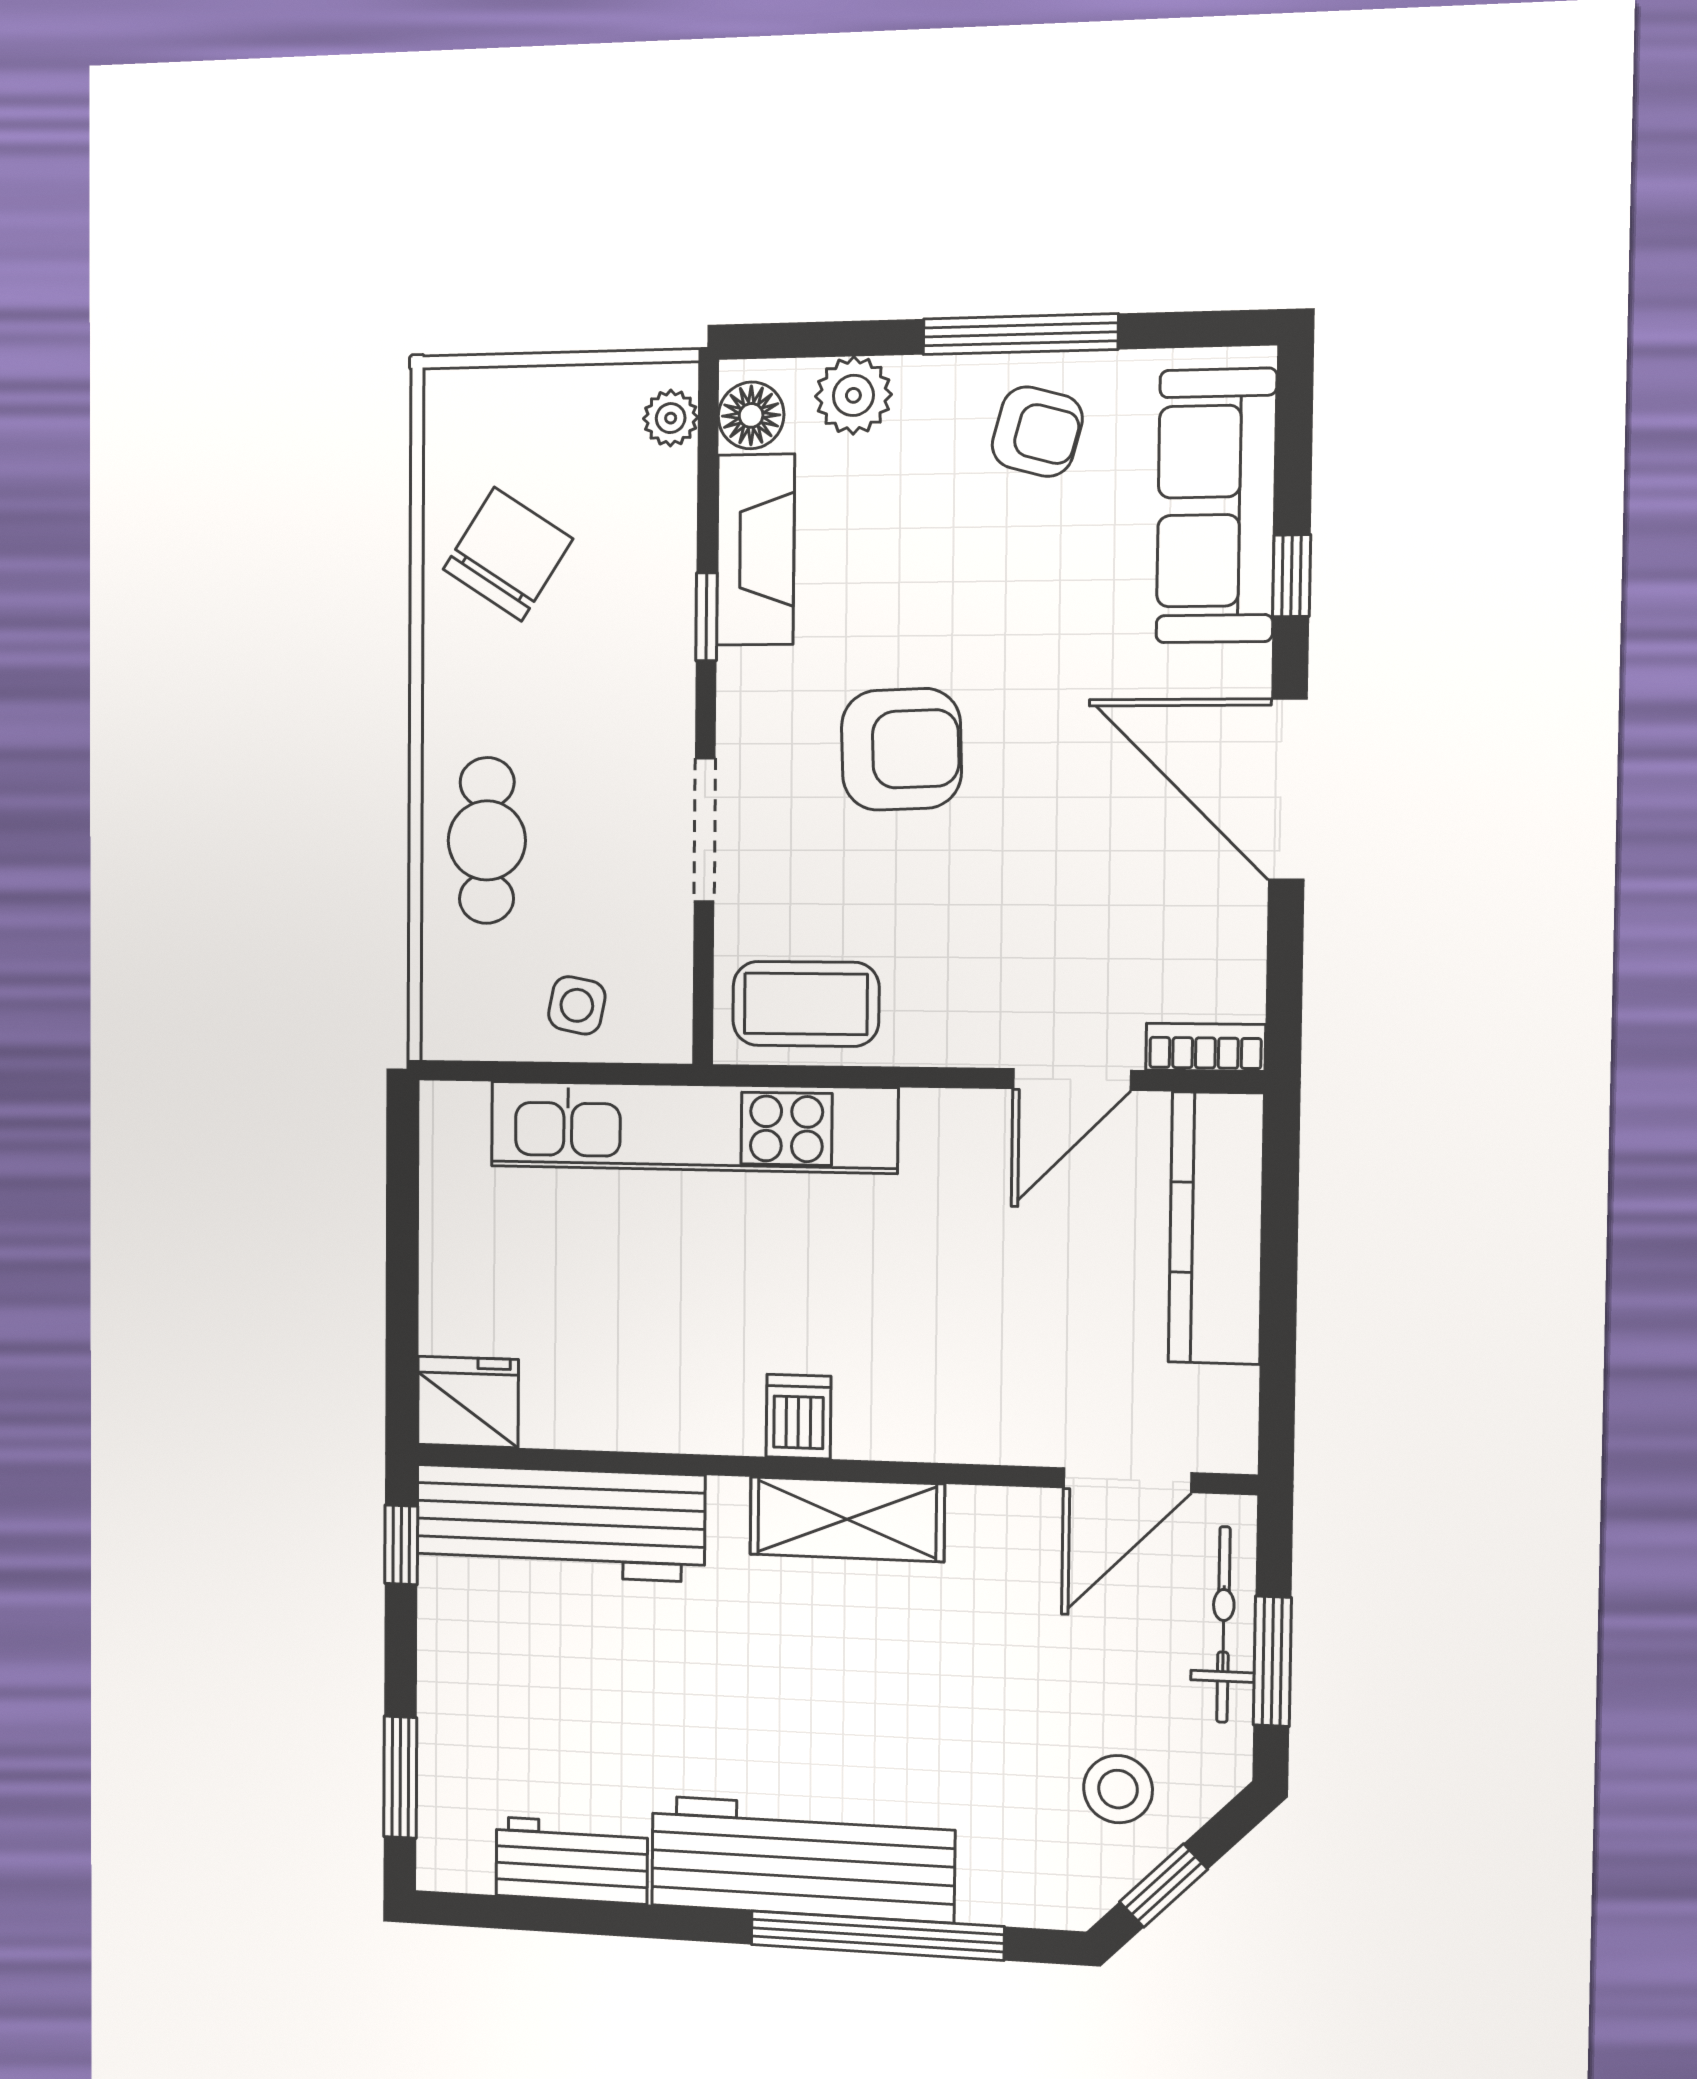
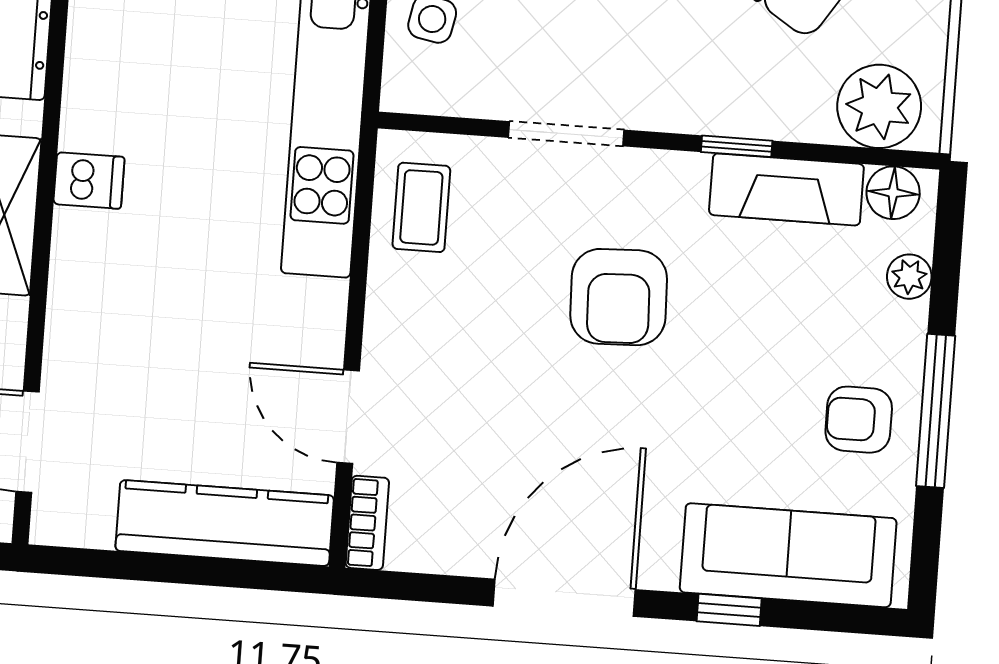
plant: (853, 395) -> (909, 277), width x0.73, depth x0.73
plant: (671, 418) -> (879, 106), width x1.87, depth x1.87
armchair: (1037, 432) -> (859, 420), turned 75
coffee table: (806, 1004) -> (421, 207), width x0.73, depth x0.77

